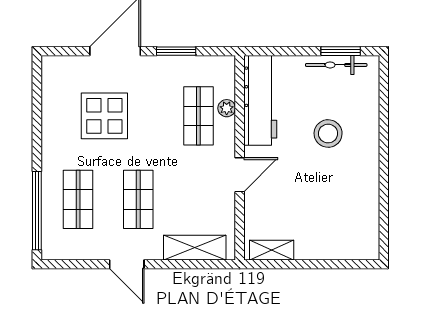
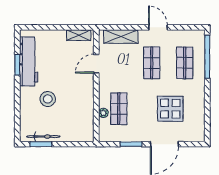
workbench: (260, 100) -> (29, 61), moved, turned 180
door: (240, 175) -> (96, 64), moved
window: (384, 196) -> (17, 65), added

